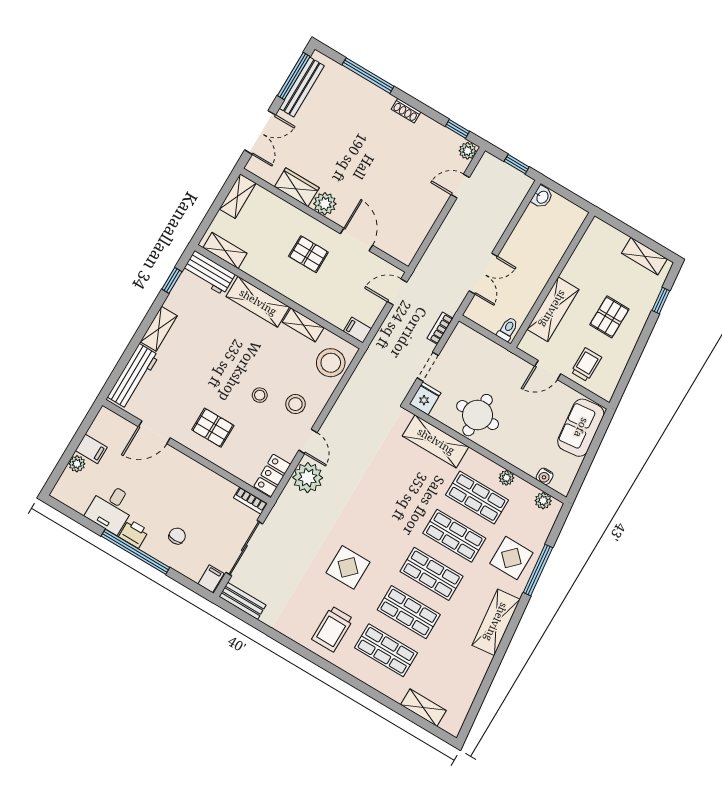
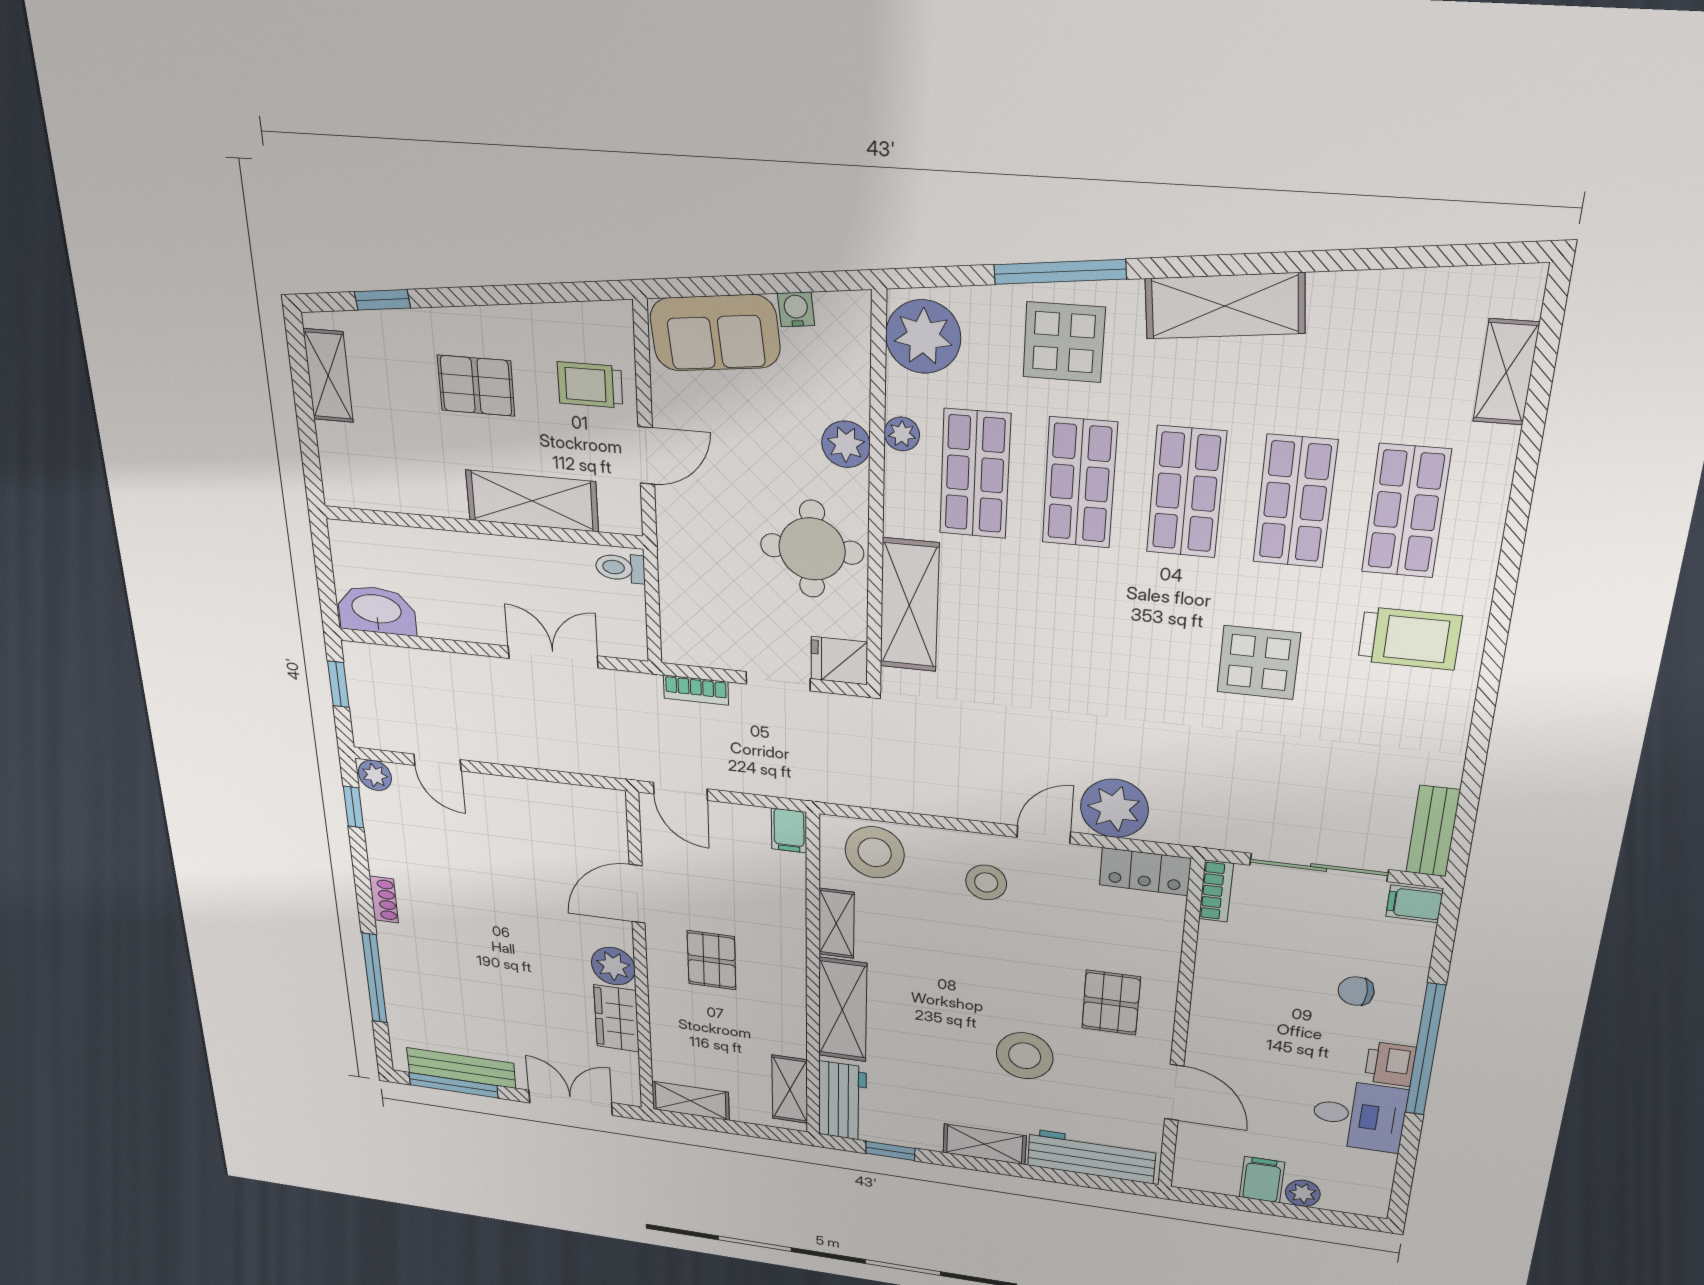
washbasin: (542, 197) -> (377, 610), width x1.91, depth x1.45
door: (548, 370) -> (646, 455), hinge flipped
stool: (260, 395) -> (1025, 1056), moved, width x1.89, depth x1.89
plant: (513, 454) -> (846, 444), added
water cooler: (545, 476) -> (796, 309), moved, turned -96
plant: (543, 501) -> (923, 337), width x1.87, depth x1.87

